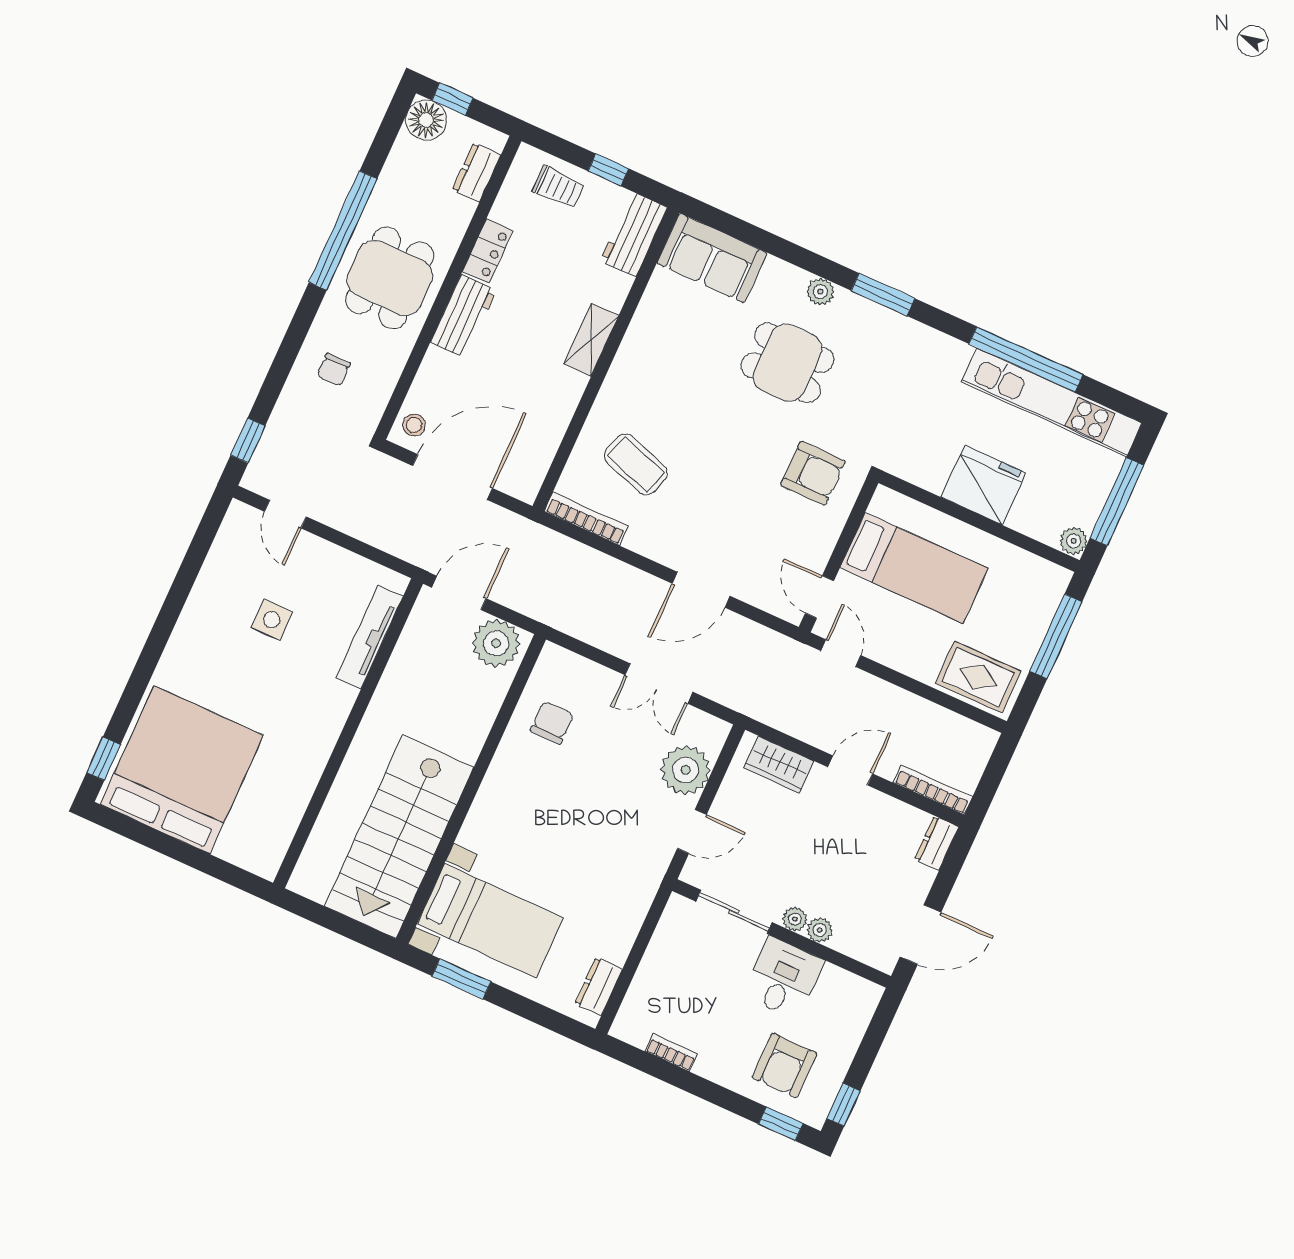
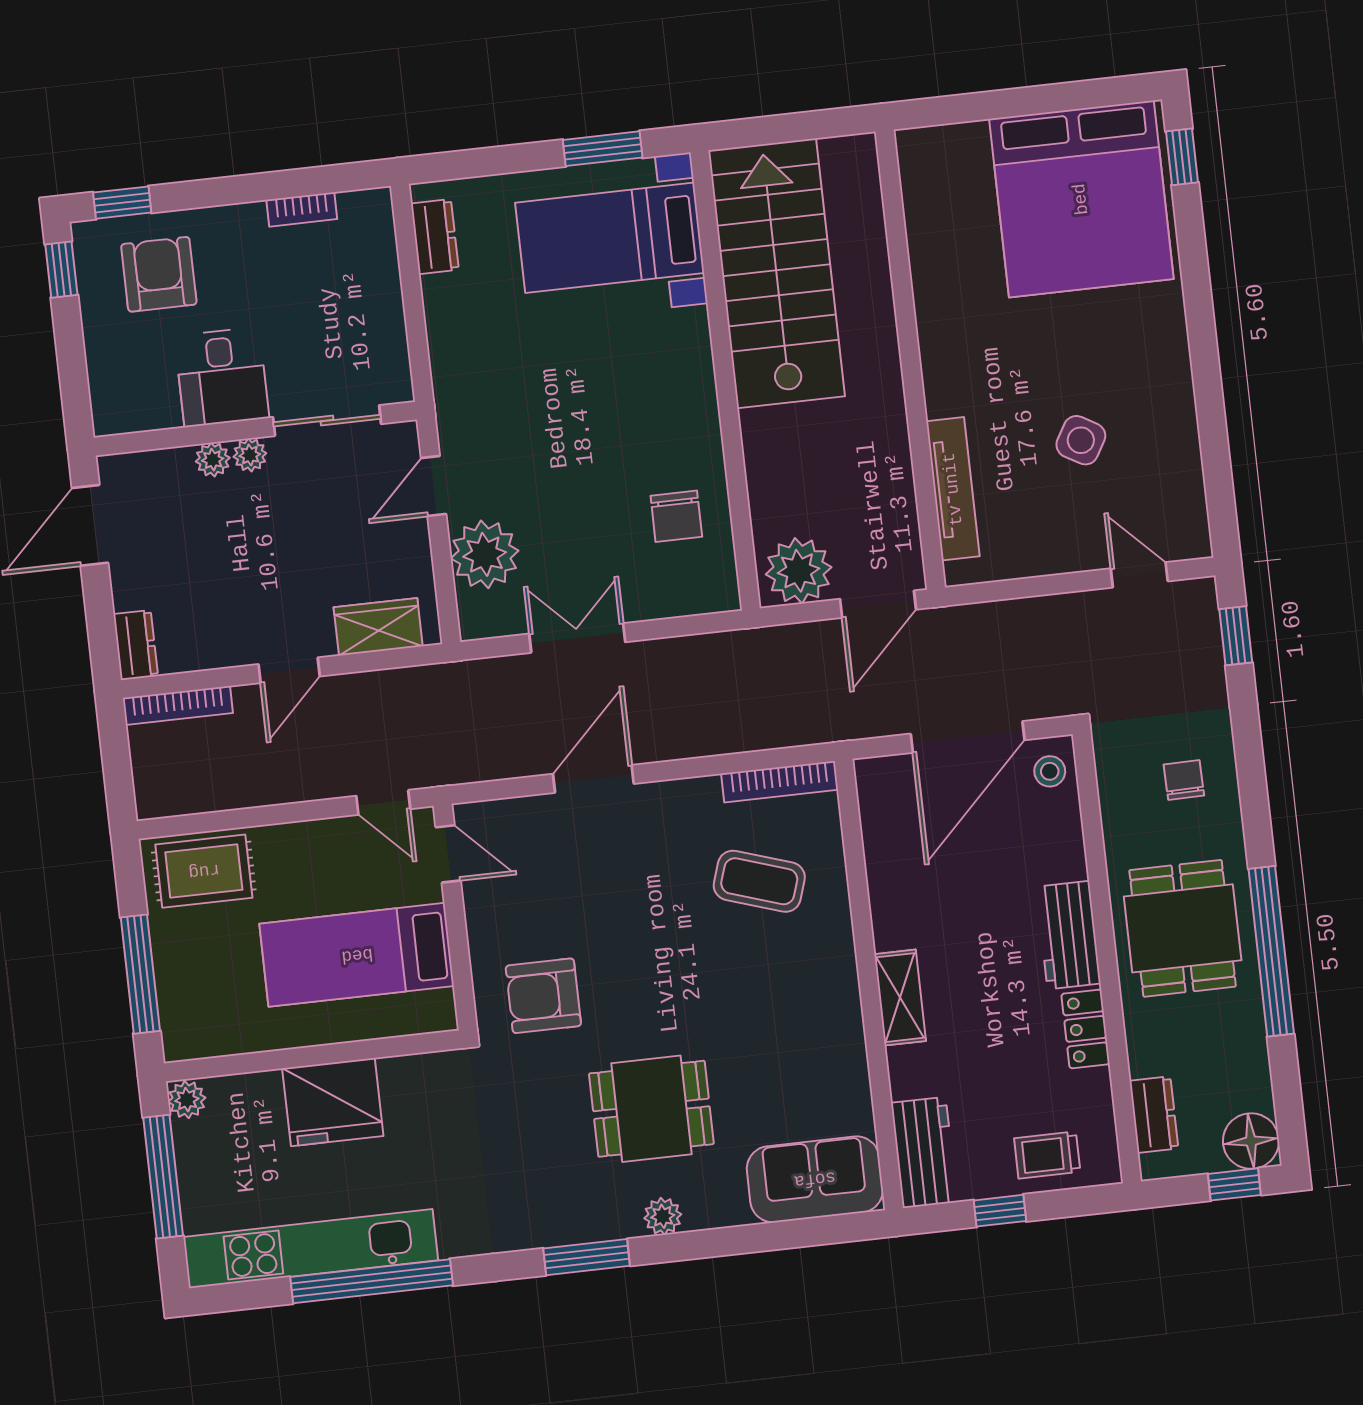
side table: (272, 620) -> (1081, 440), turned 30

